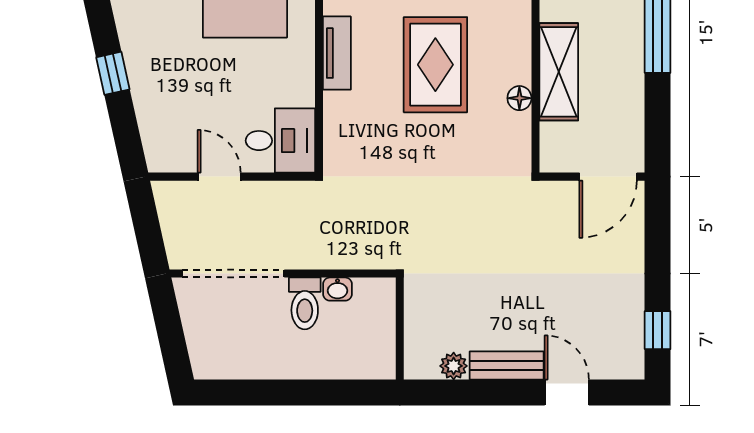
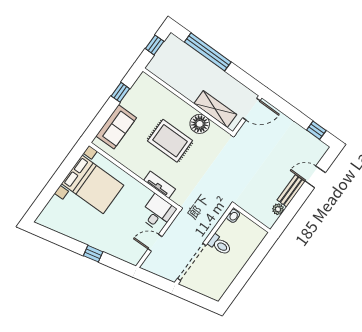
tv unit: (337, 53) -> (160, 185), moved
shelving: (559, 72) -> (215, 109), moved
floor lamp: (519, 98) -> (200, 124), width x1.89, depth x1.89
door: (608, 177) -> (251, 109), hinge flipped
washbasin: (337, 289) -> (233, 216), moved

